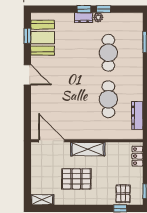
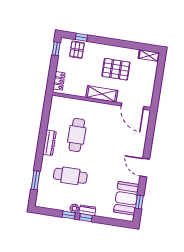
cafe table: (108, 53) -> (70, 176), turned 90
dresser: (137, 115) -> (49, 143), moved

